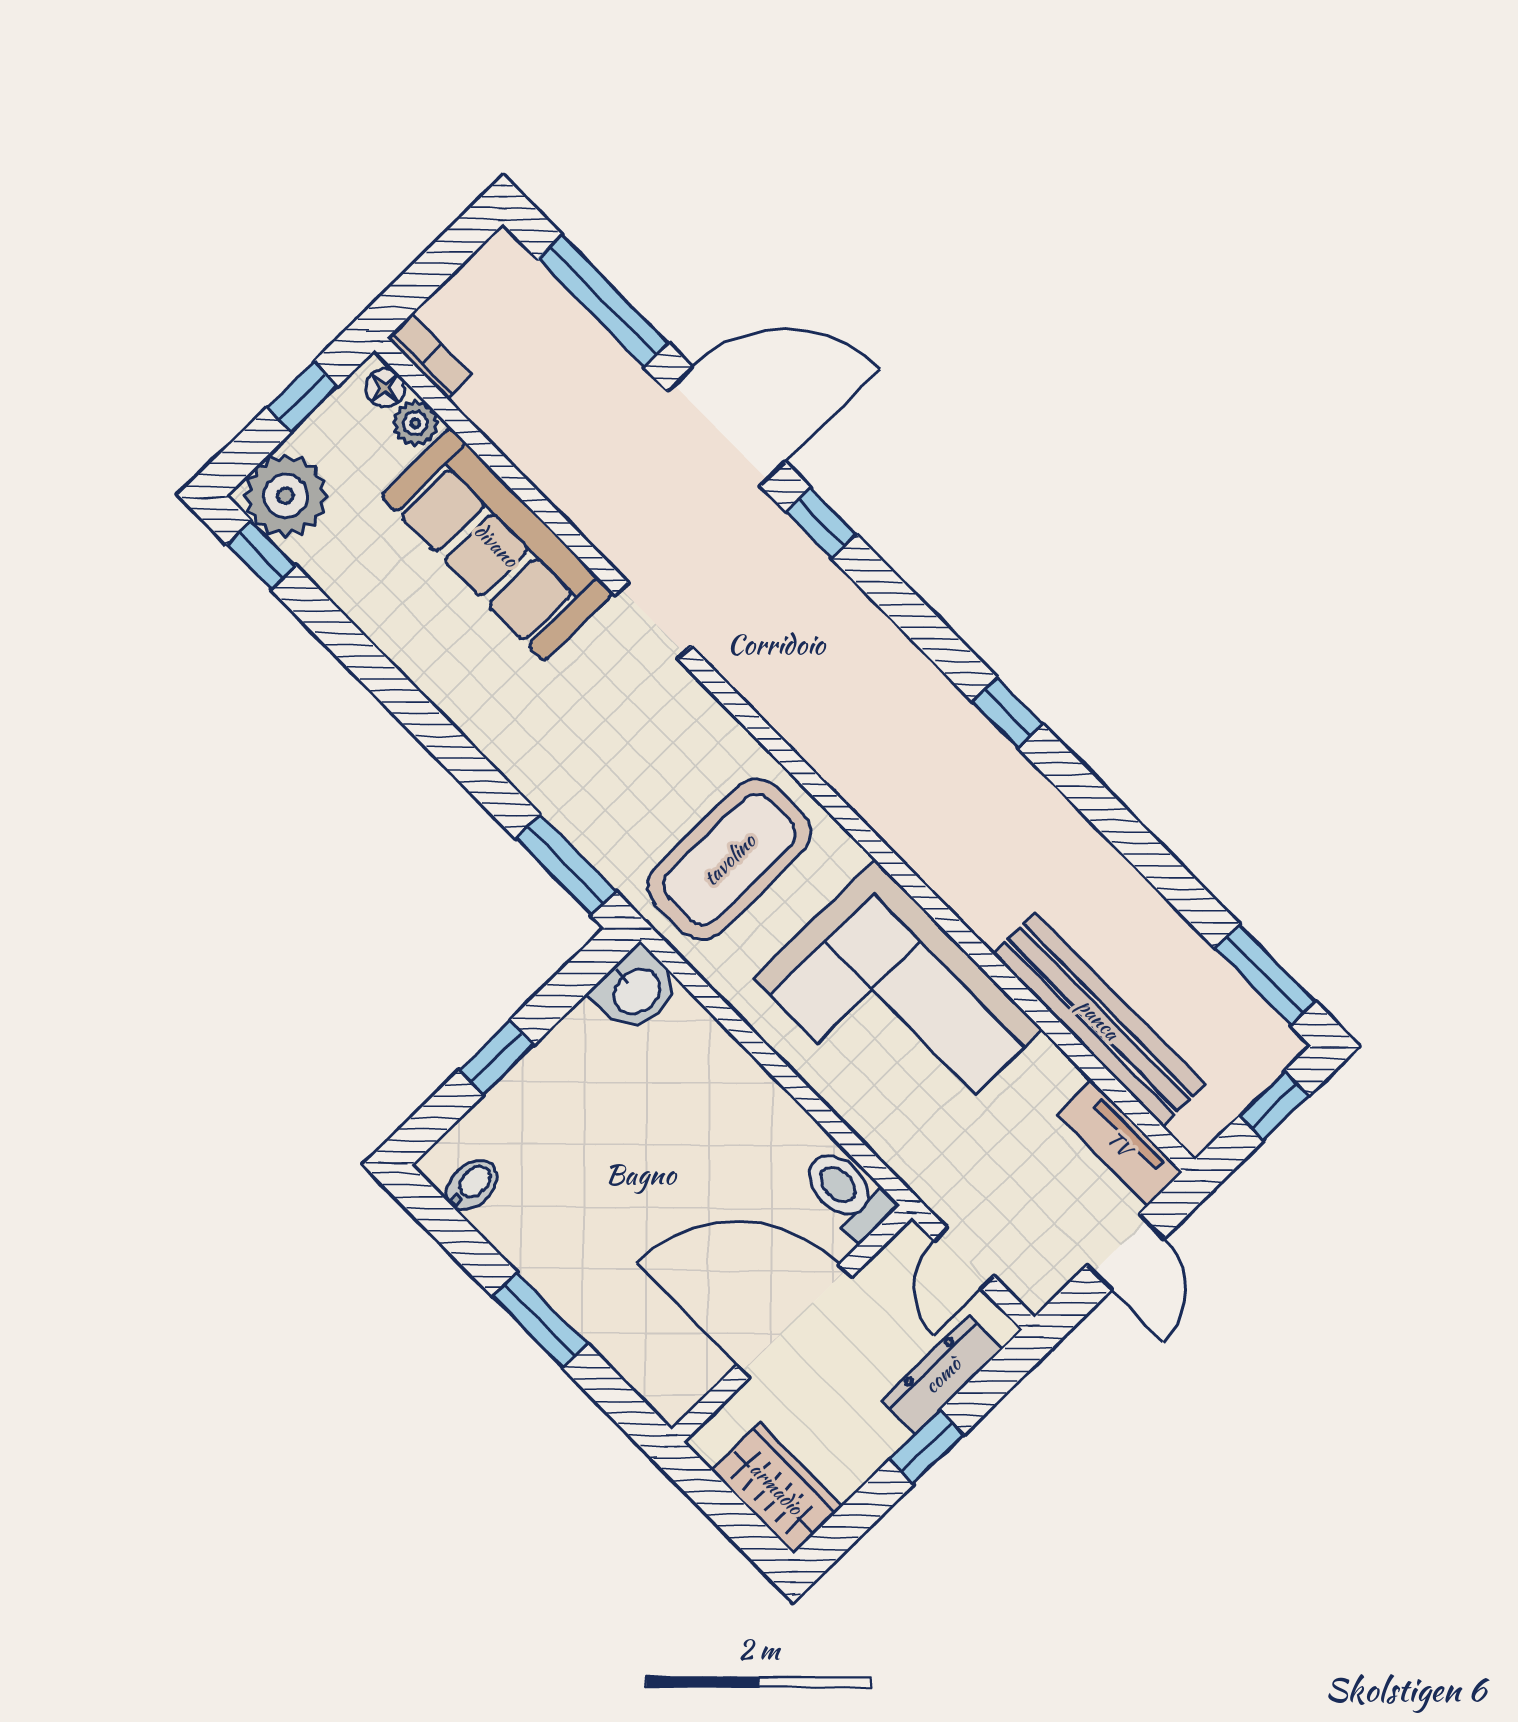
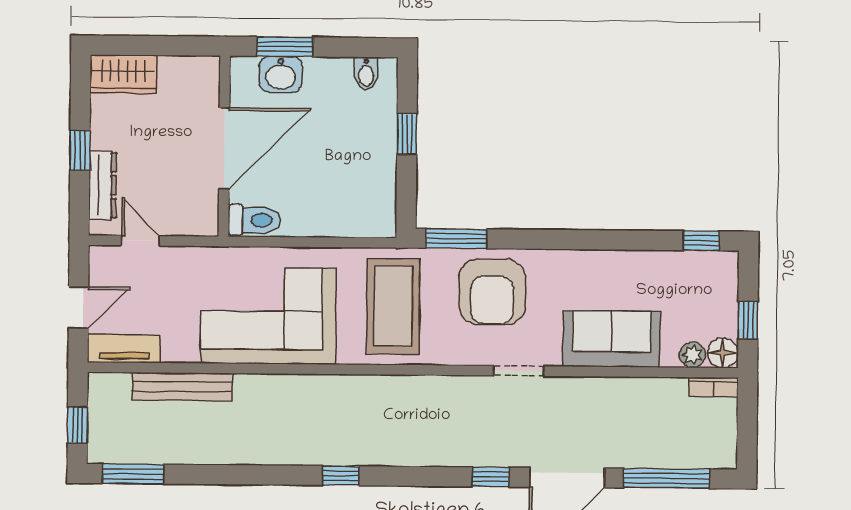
floor lamp: (385, 388) -> (723, 353), width x1.37, depth x1.37
plant: (286, 496) -> (715, 274), removed
sofa: (497, 545) -> (611, 339), width x0.73
armchair: (588, 753) -> (492, 292), added
washbasin: (635, 990) -> (281, 74), moved, turned -90
bench: (1099, 1019) -> (182, 387), width x0.73, depth x0.82
toilet: (847, 1193) -> (254, 220), moved
door: (1126, 1252) -> (79, 308), swing flipped
door: (794, 1321) -> (224, 148), moved
wall: (792, 1324) -> (224, 146), moved

